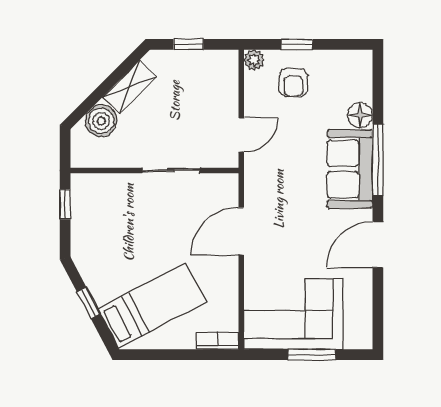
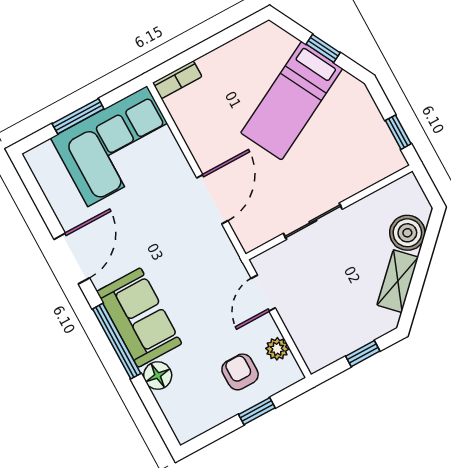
plant: (254, 60) -> (277, 349), moved
bed: (152, 305) -> (292, 101), moved

